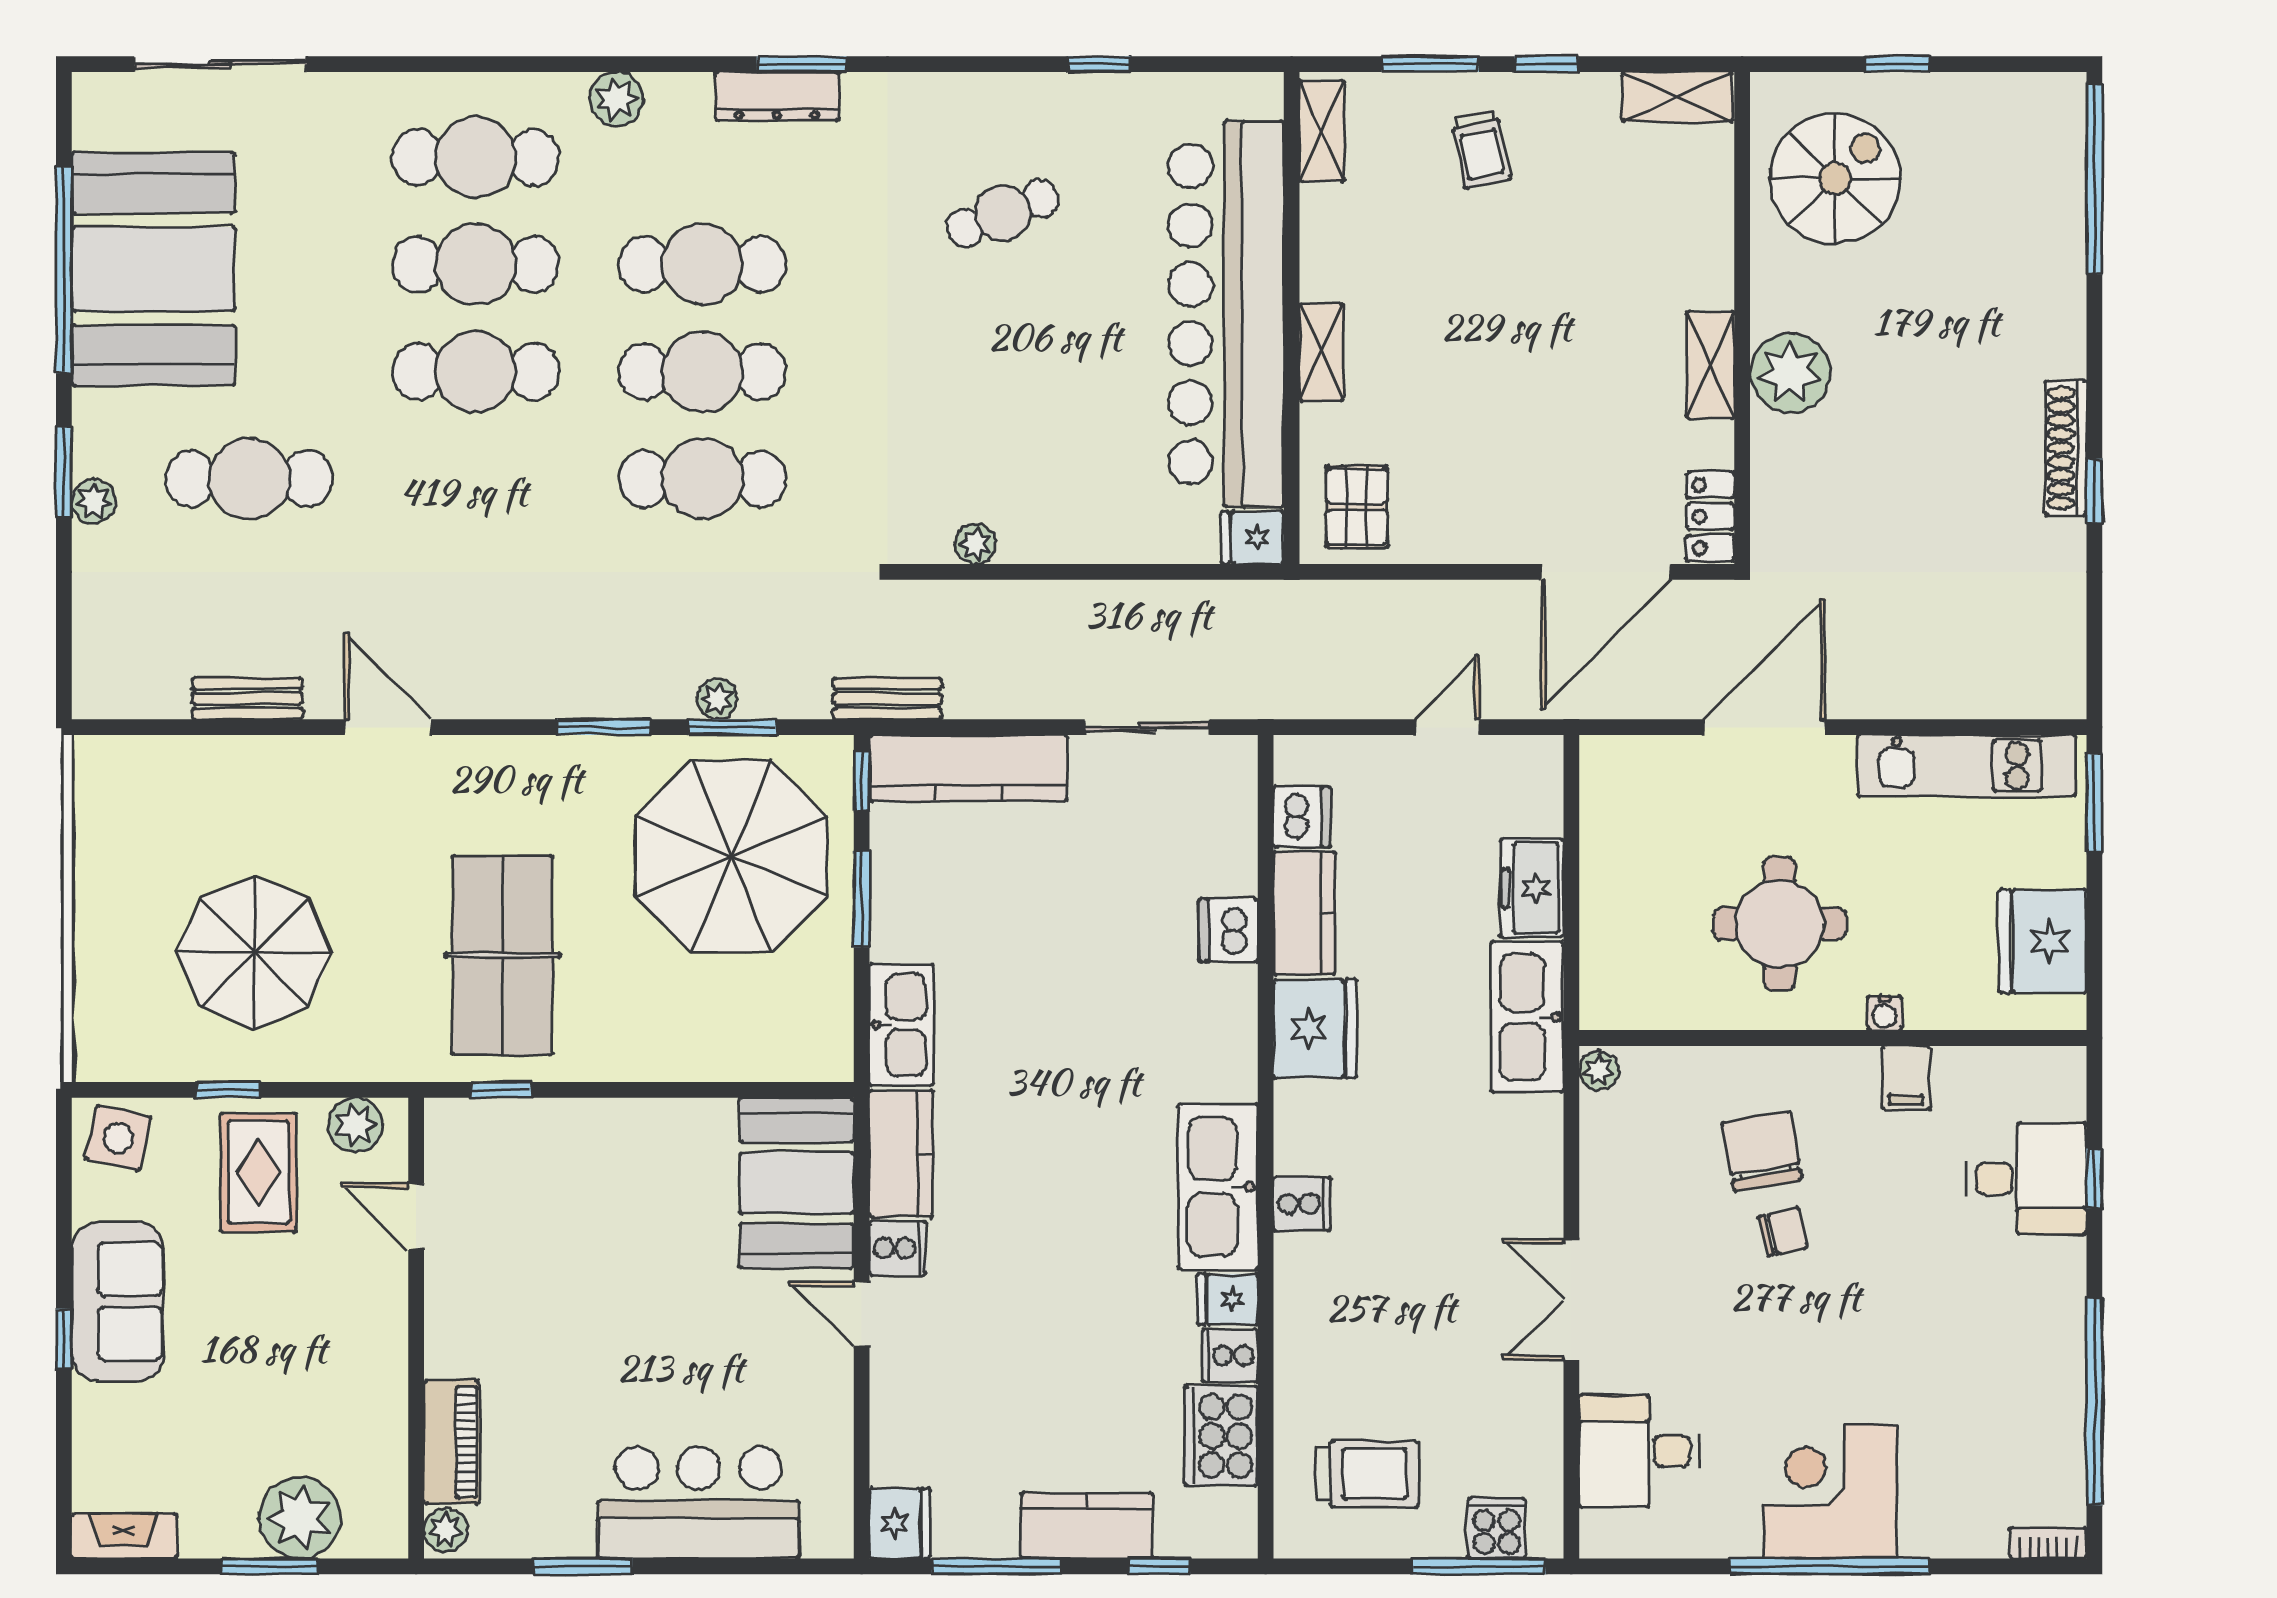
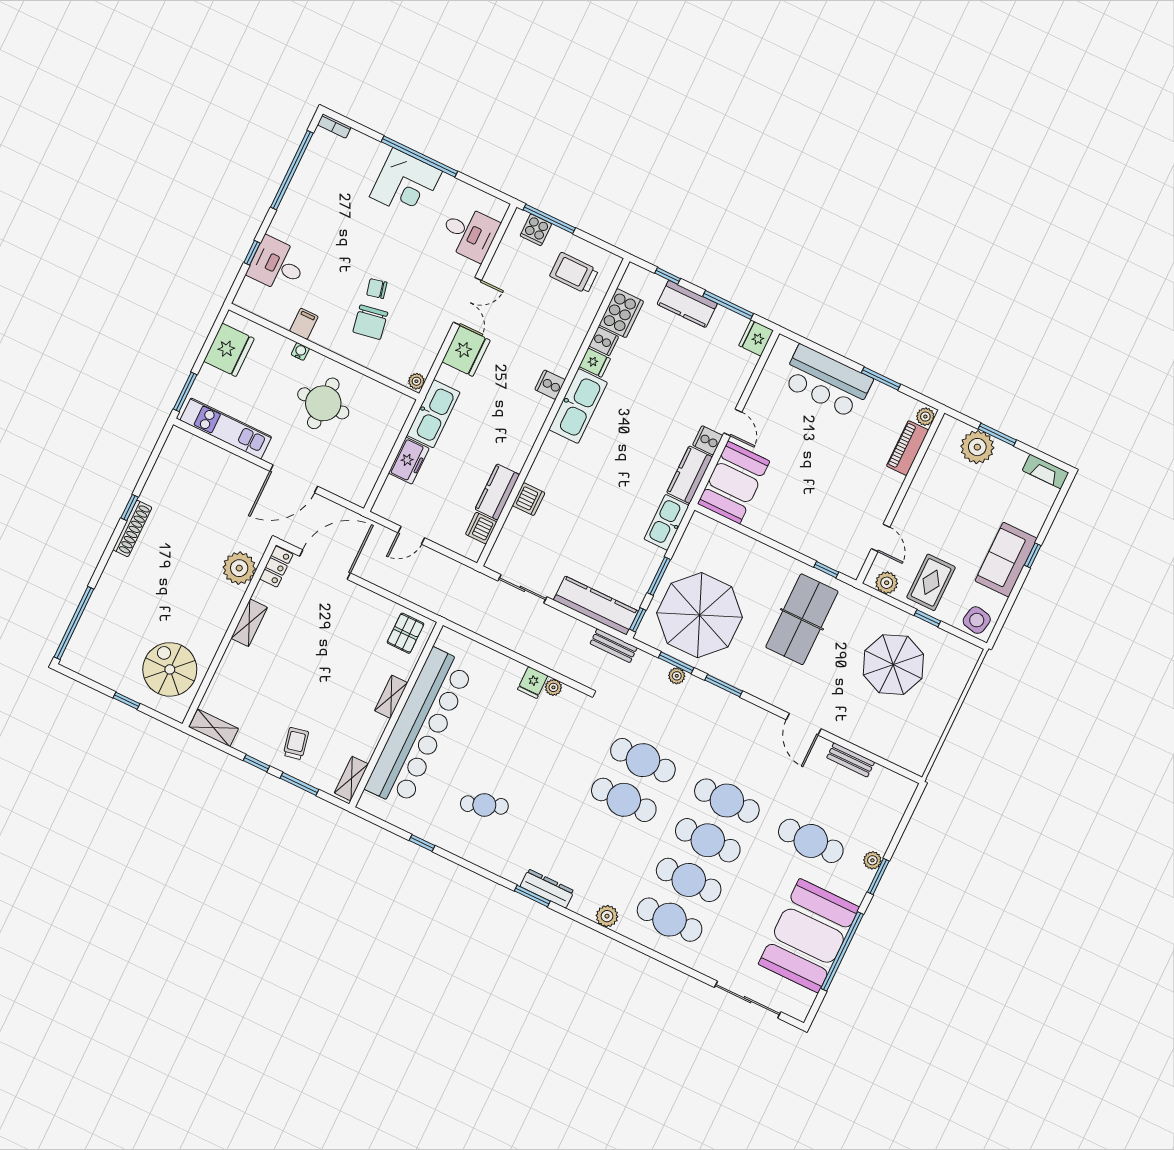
spiral stairs: (1835, 179) -> (170, 669), turned 90
cafe table: (702, 264) -> (727, 801), moved
plant: (1790, 373) -> (239, 568), moved
fridge: (1252, 538) -> (533, 683), moved, turned 90
fridge: (1315, 1029) -> (466, 351), moved, turned 180

